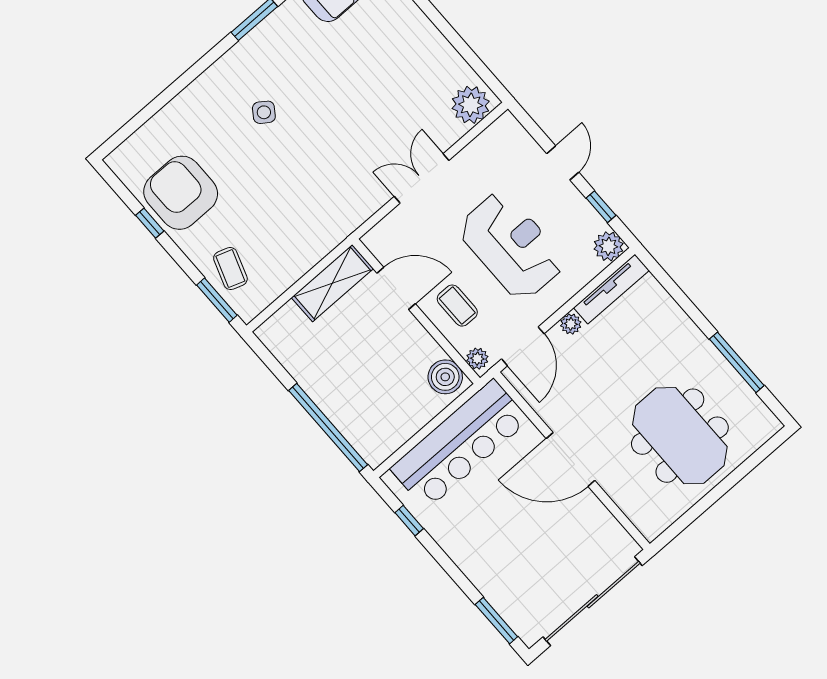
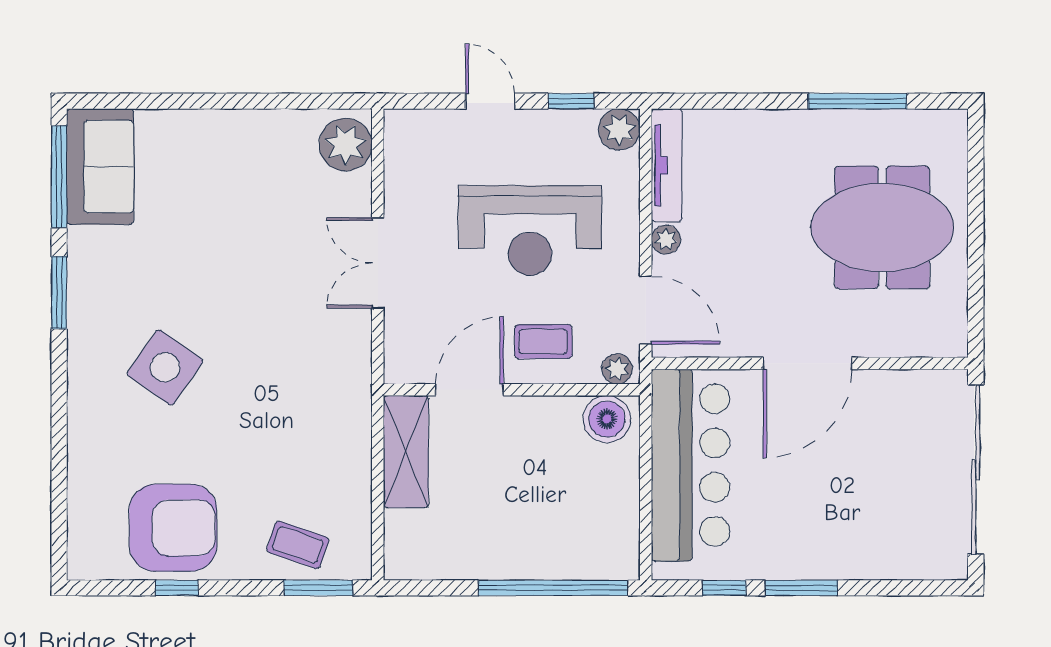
side table: (264, 112) -> (165, 367), width x1.87, depth x1.87
armchair: (181, 193) -> (173, 528), turned 180
reception desk: (511, 246) -> (530, 230), turned 180
window: (496, 621) -> (801, 588), moved

